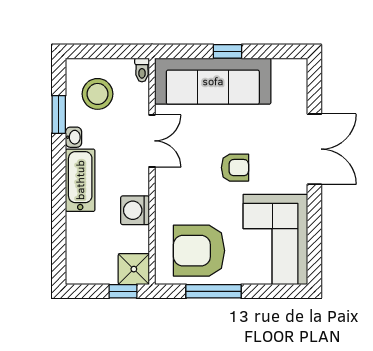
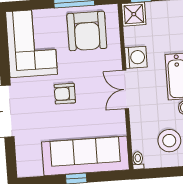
double door: (152, 141) -> (126, 90), moved
armchair: (199, 251) -> (87, 31), turned 90

